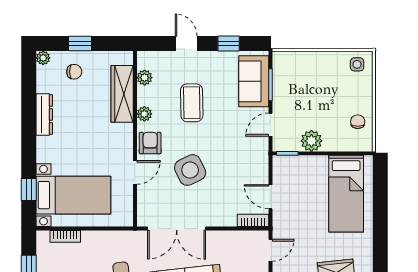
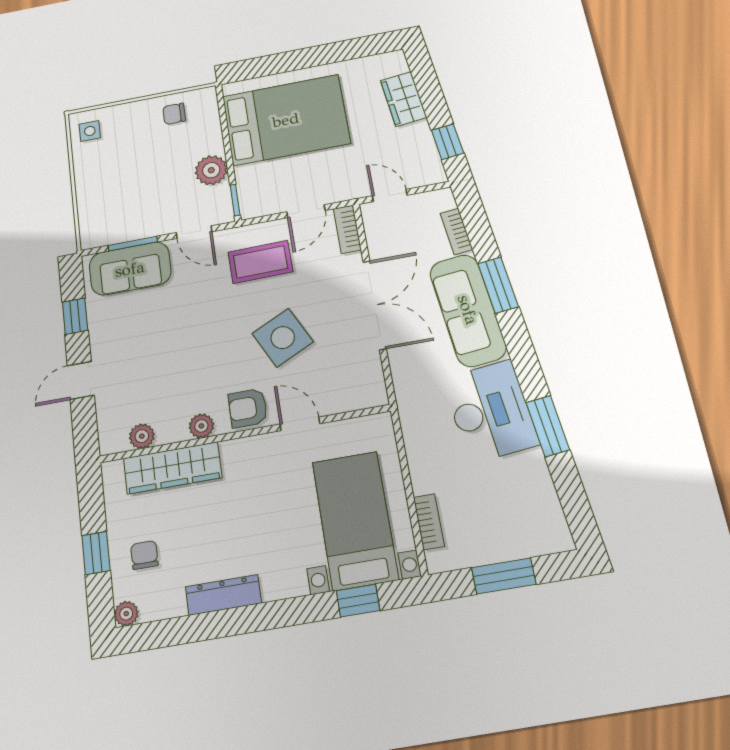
coffee table: (192, 103) -> (260, 262), moved
bed: (346, 194) -> (286, 120), width x1.50
double door: (177, 228) -> (375, 305), moved

